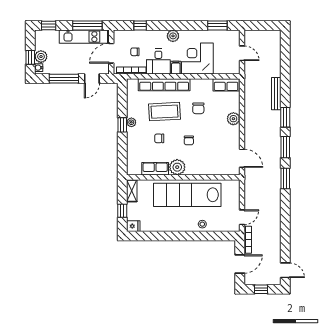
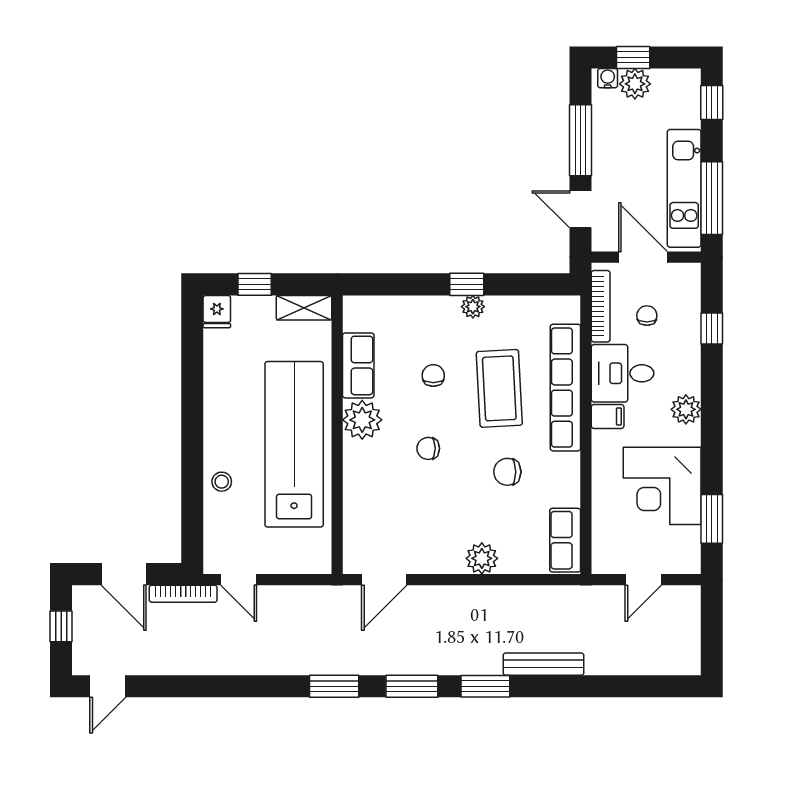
corner desk: (197, 59) -> (662, 486), moved, turned 180

